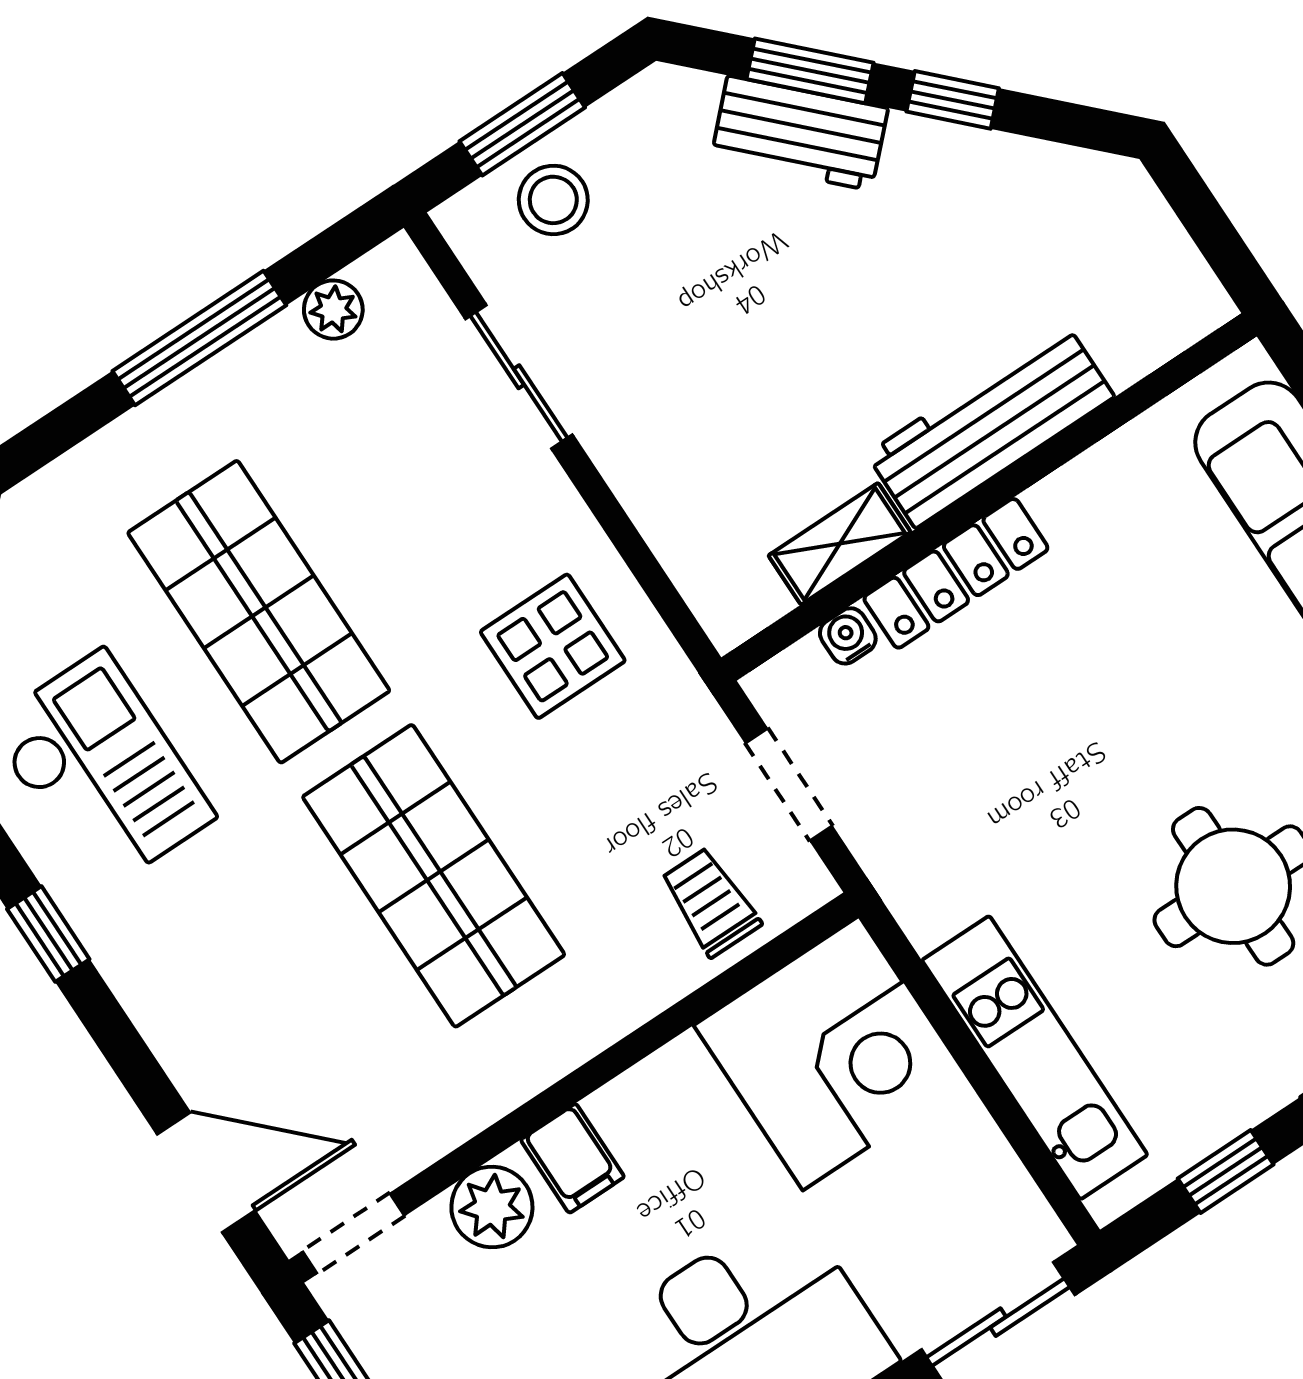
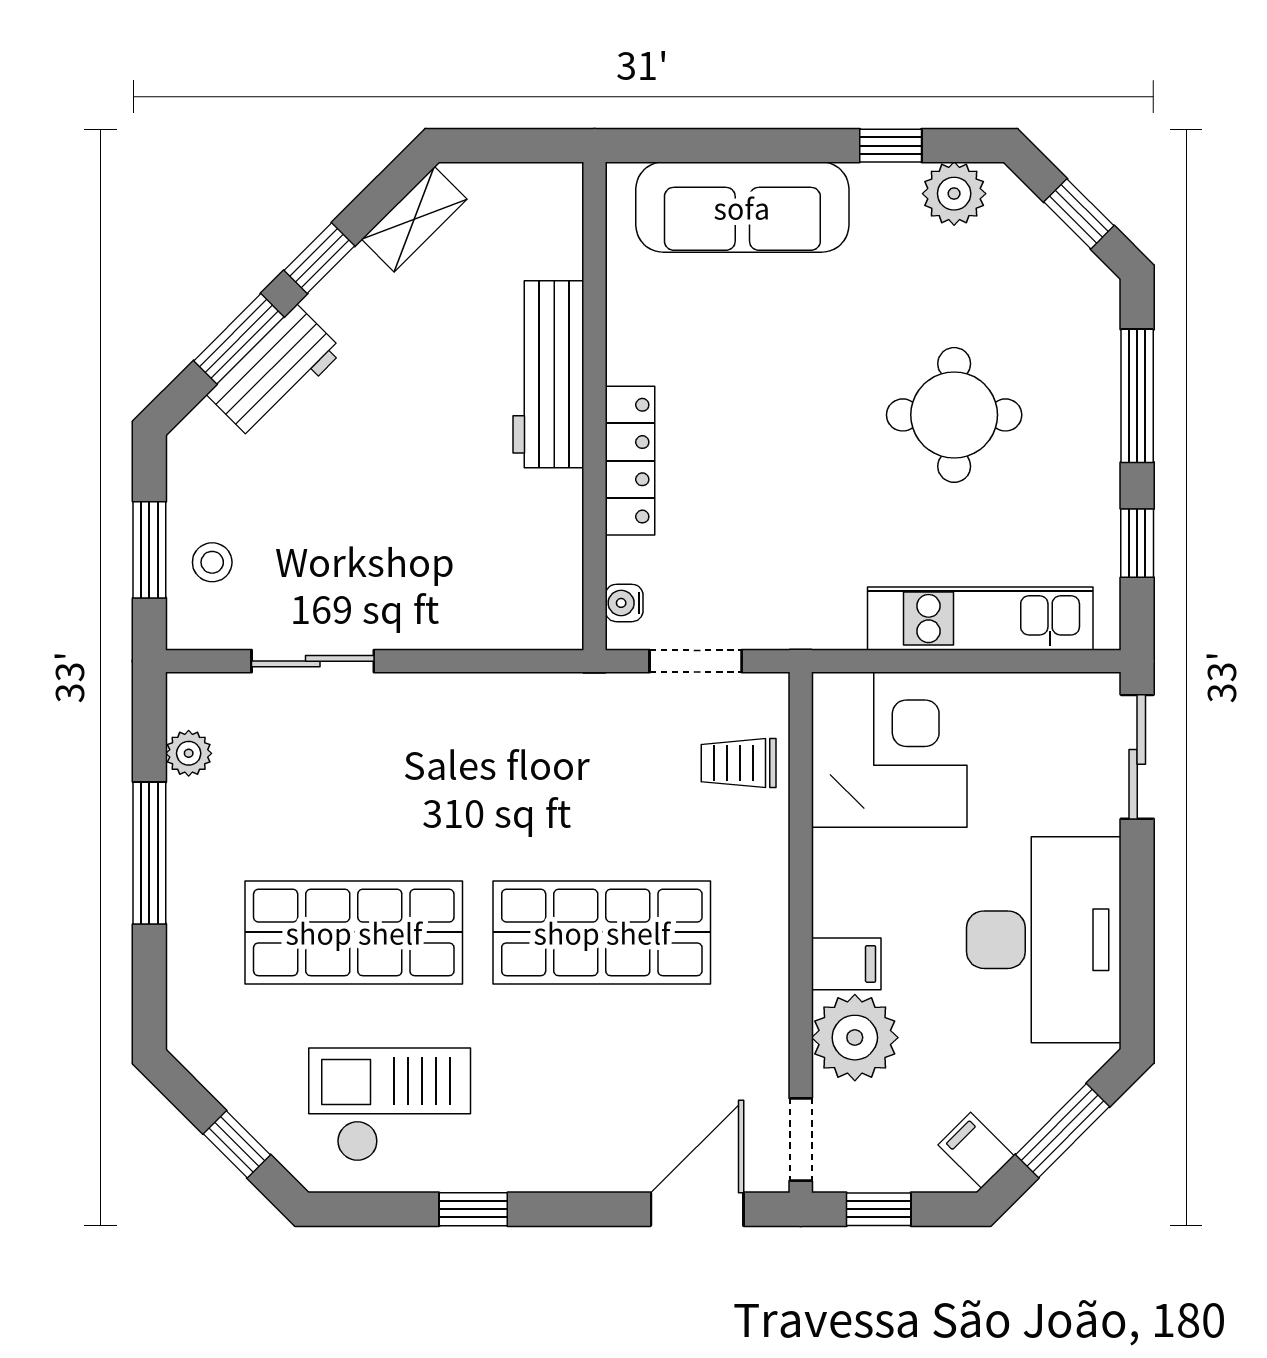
stool: (553, 200) -> (212, 562), width x0.73, depth x0.73
shelving: (840, 544) -> (414, 219), moved, turned 45
water cooler: (848, 636) -> (624, 603), moved
display table: (553, 646) -> (503, 756), removed
plant: (492, 1207) -> (855, 1038), width x1.36, depth x1.36

